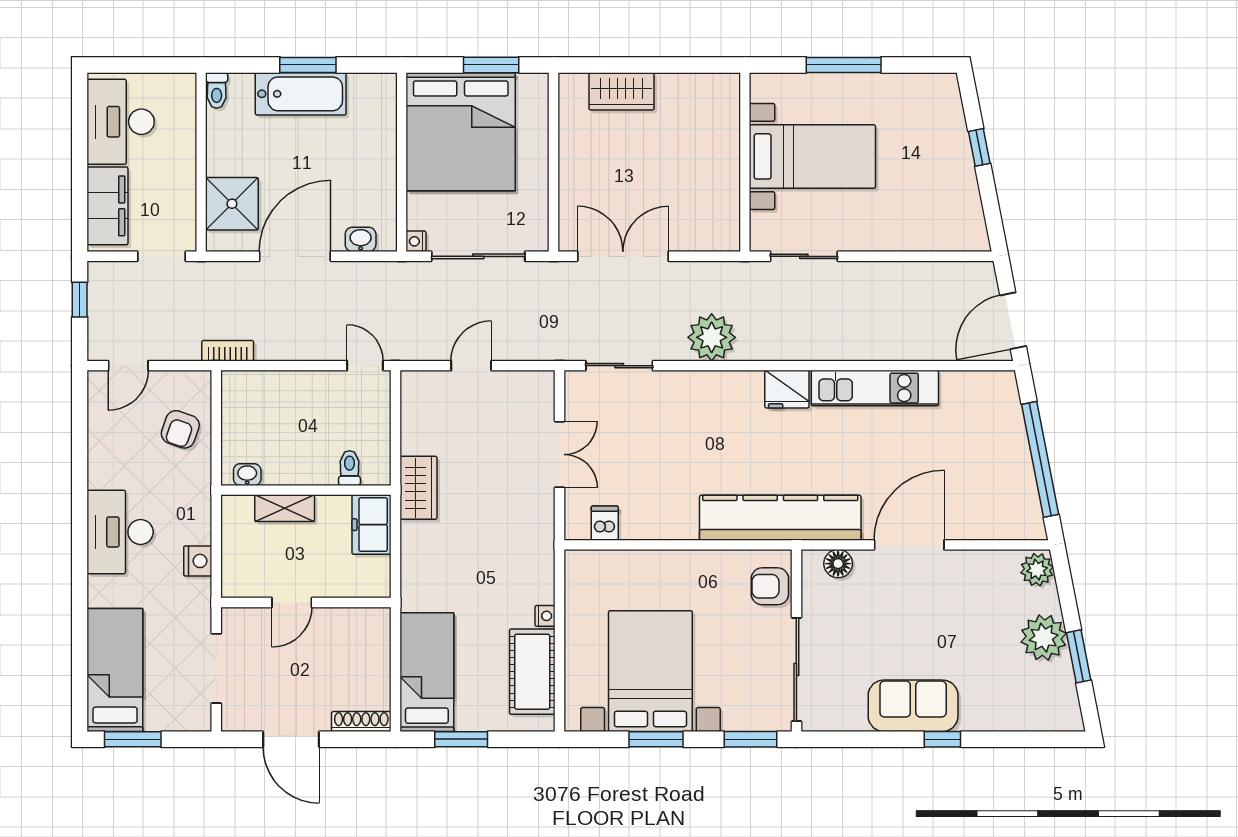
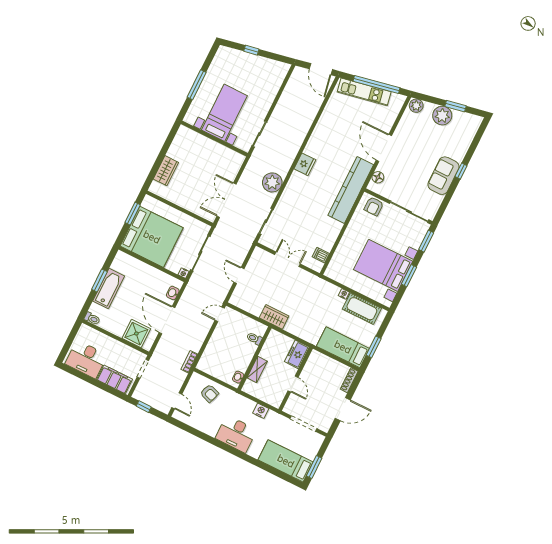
kitchen unit: (875, 388) -> (364, 92), moved, turned 79
freezer: (372, 525) -> (297, 354), moved, turned 90

